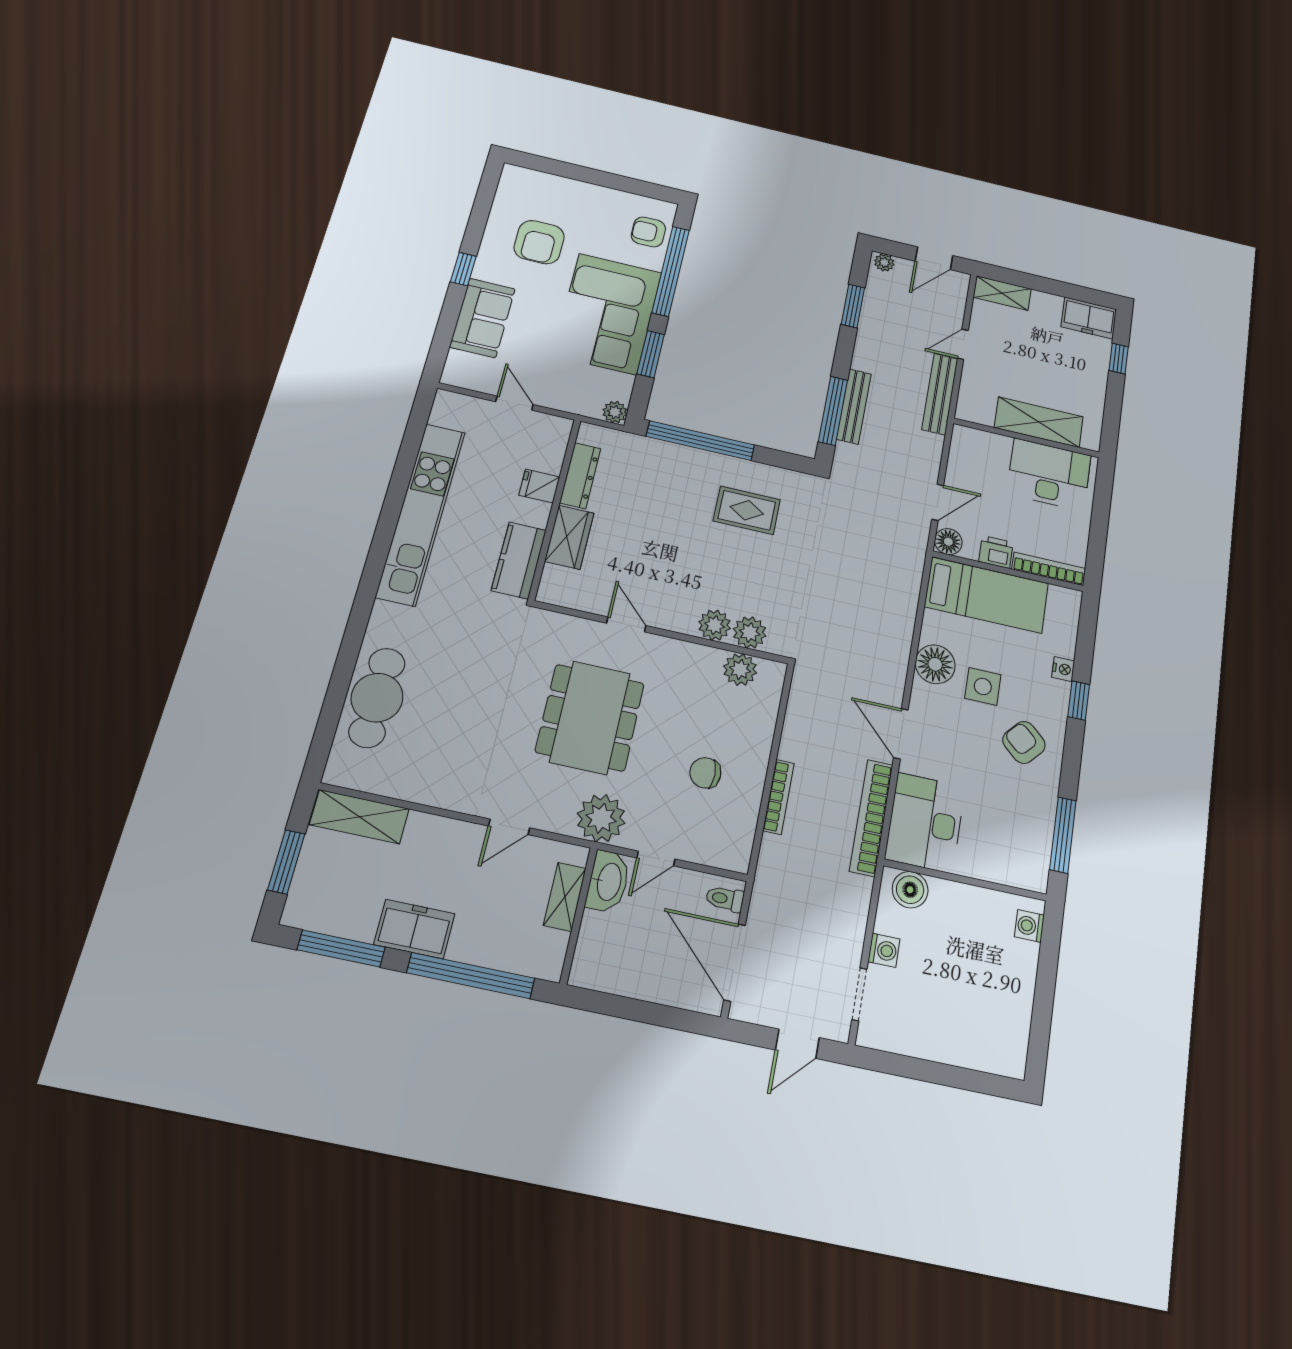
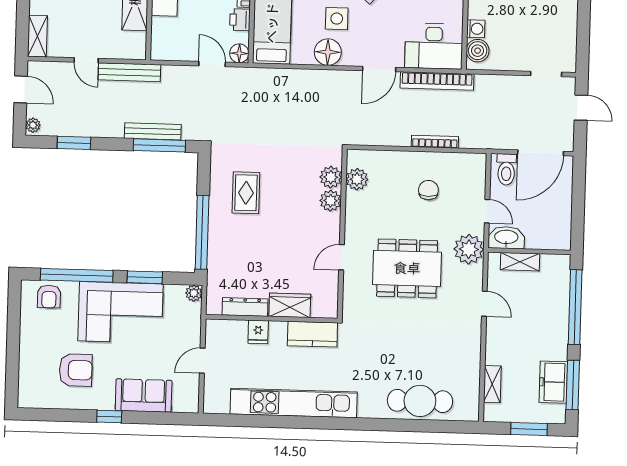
chair: (705, 773) -> (428, 190), turned 180
shelving: (359, 817) -> (492, 384), width x0.67, depth x0.75
toilet: (725, 899) -> (506, 169), width x1.37, depth x1.39
freezer: (414, 929) -> (553, 382), moved
washing machine: (884, 950) -> (476, 29), moved, turned 90

